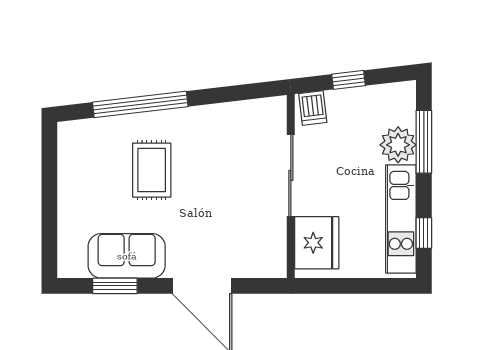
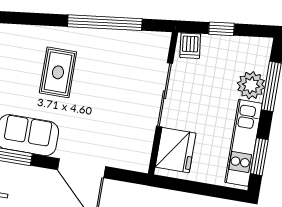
window: (140, 104) -> (105, 23), moved
window: (424, 233) -> (259, 157), width x1.50

